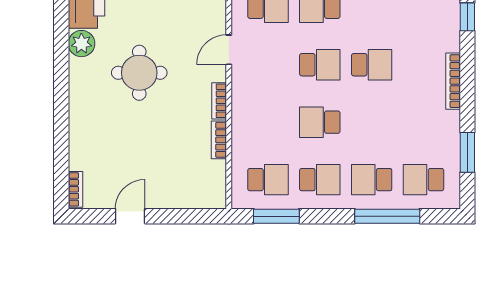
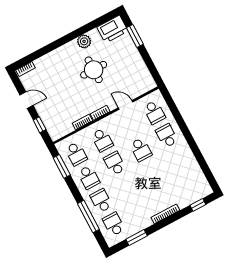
plant: (81, 44) -> (84, 41), moved
school desk: (372, 65) -> (102, 140), moved
window: (185, 216) -> (40, 125), added

